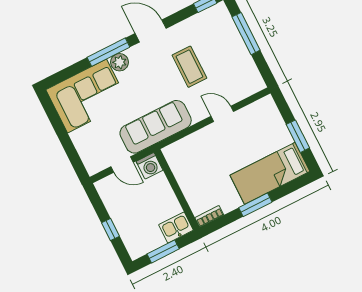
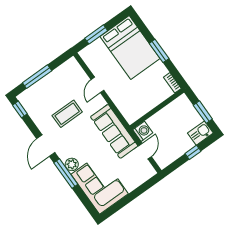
window: (298, 136) -> (96, 34), moved
bed: (270, 173) -> (130, 48), width x1.50
kitchen sink: (176, 227) -> (200, 133), moved, turned 90

